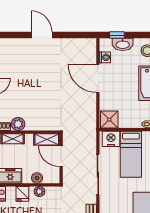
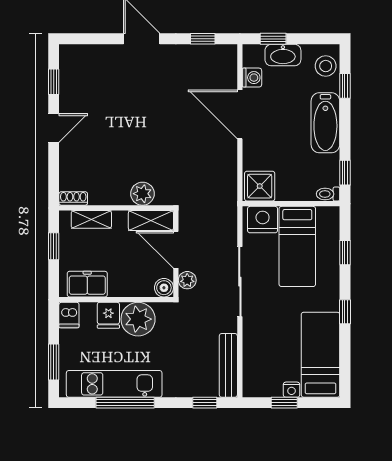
window: (77, 35) -> (203, 39), added
plant: (18, 124) -> (142, 194), moved
plant: (68, 174) -> (187, 280), added
boiler: (37, 178) -> (164, 288), moved
plant: (39, 192) -> (138, 319), width x1.88, depth x1.88

